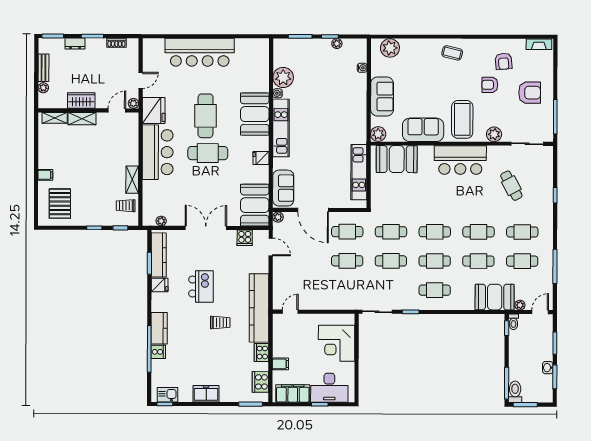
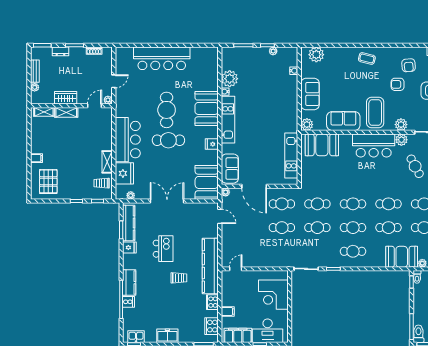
fridge: (154, 111) -> (124, 173), moved
plant: (495, 153) -> (401, 140), added
cooker: (245, 238) -> (199, 209), removed

